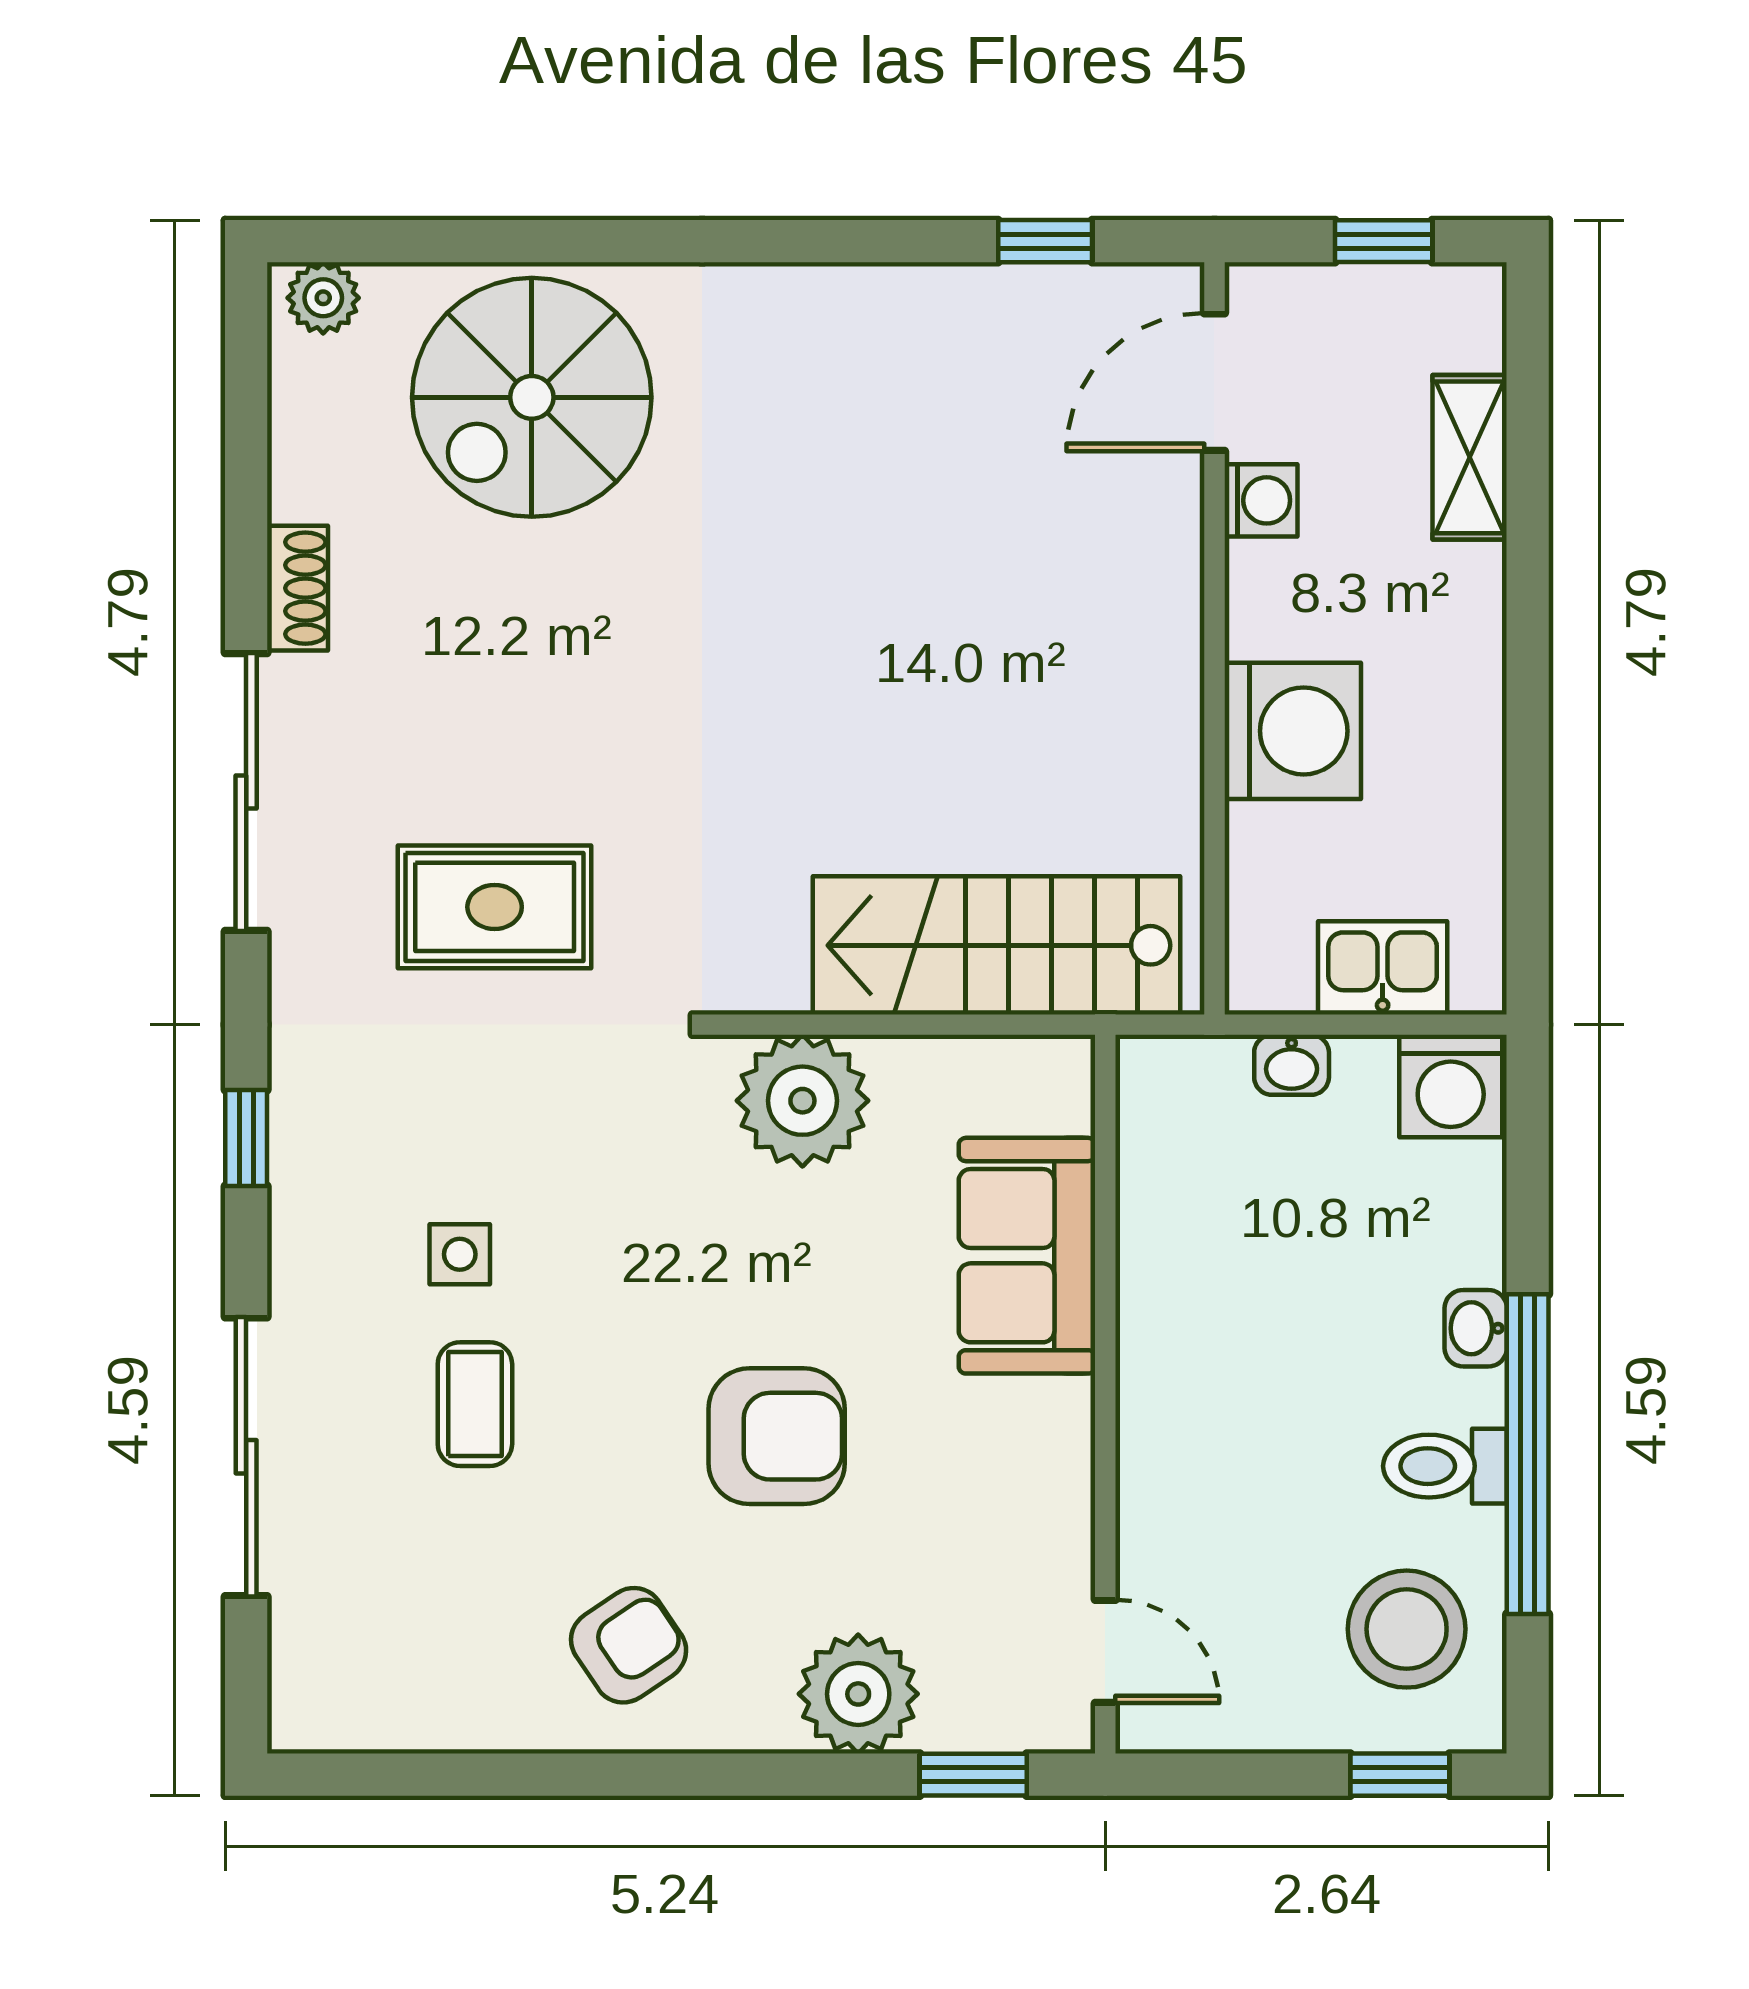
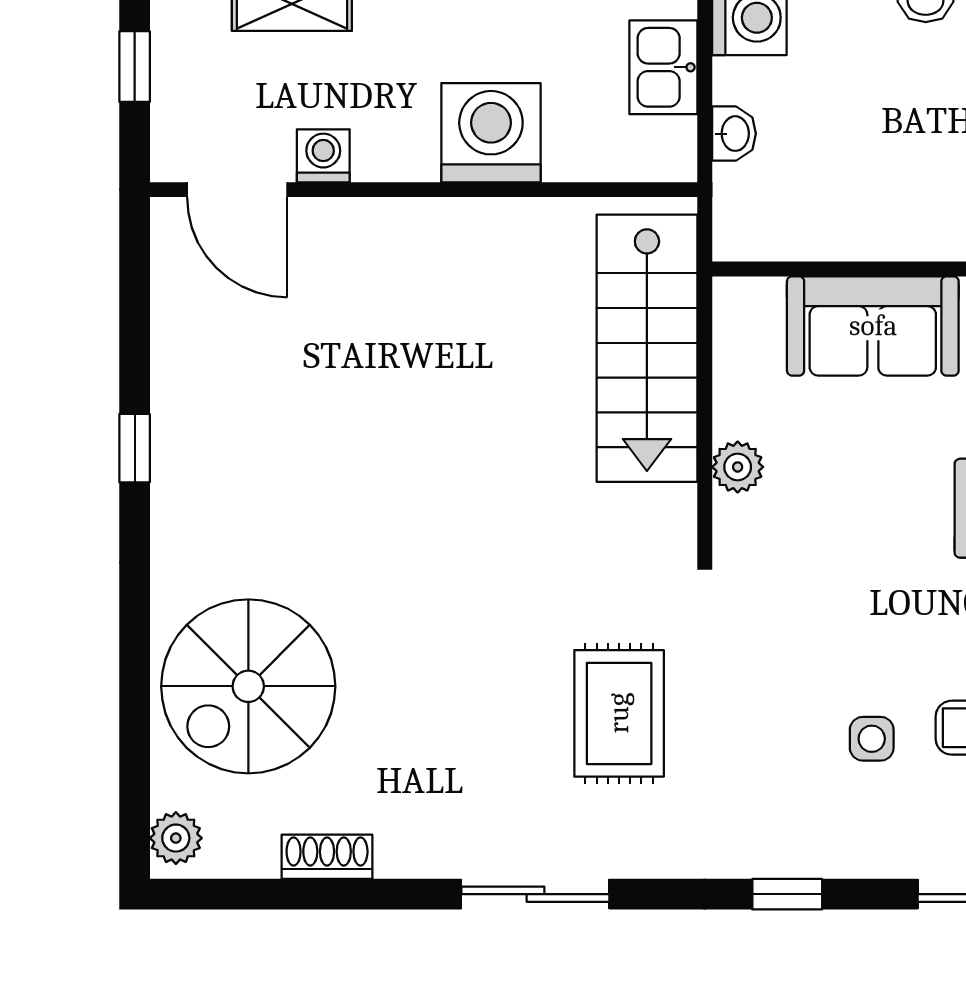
window: (1045, 241) -> (135, 448), moved
spiral stairs: (532, 397) -> (248, 686), turned 90
shoe rack: (297, 588) -> (327, 857), moved
sliding door: (246, 792) -> (535, 894), width x0.73
plant: (802, 1101) -> (738, 467), width x0.53, depth x0.53

